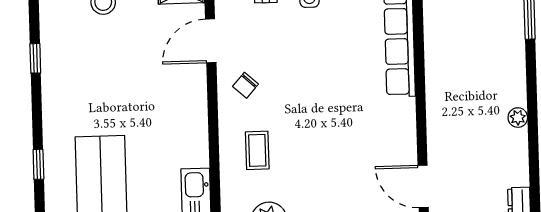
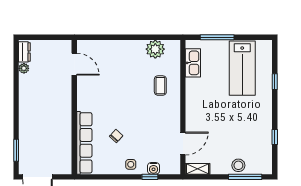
chair: (246, 85) -> (116, 136), moved
plant: (518, 118) -> (24, 68), moved

